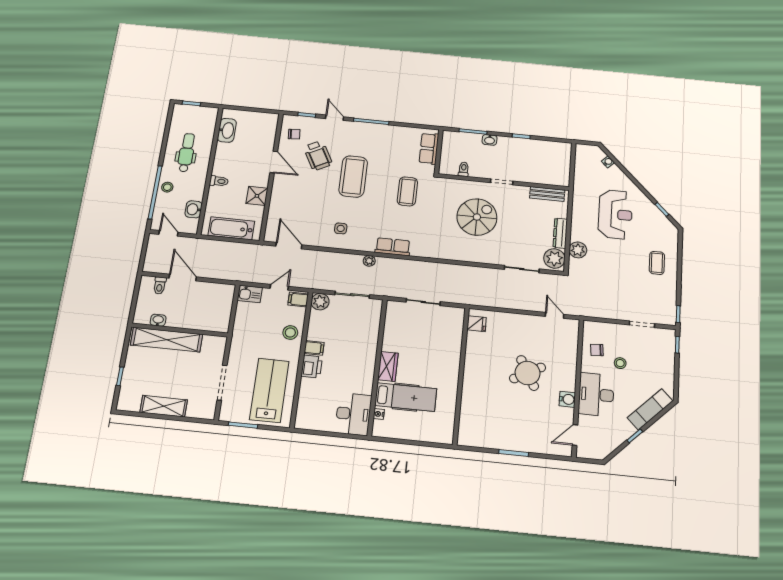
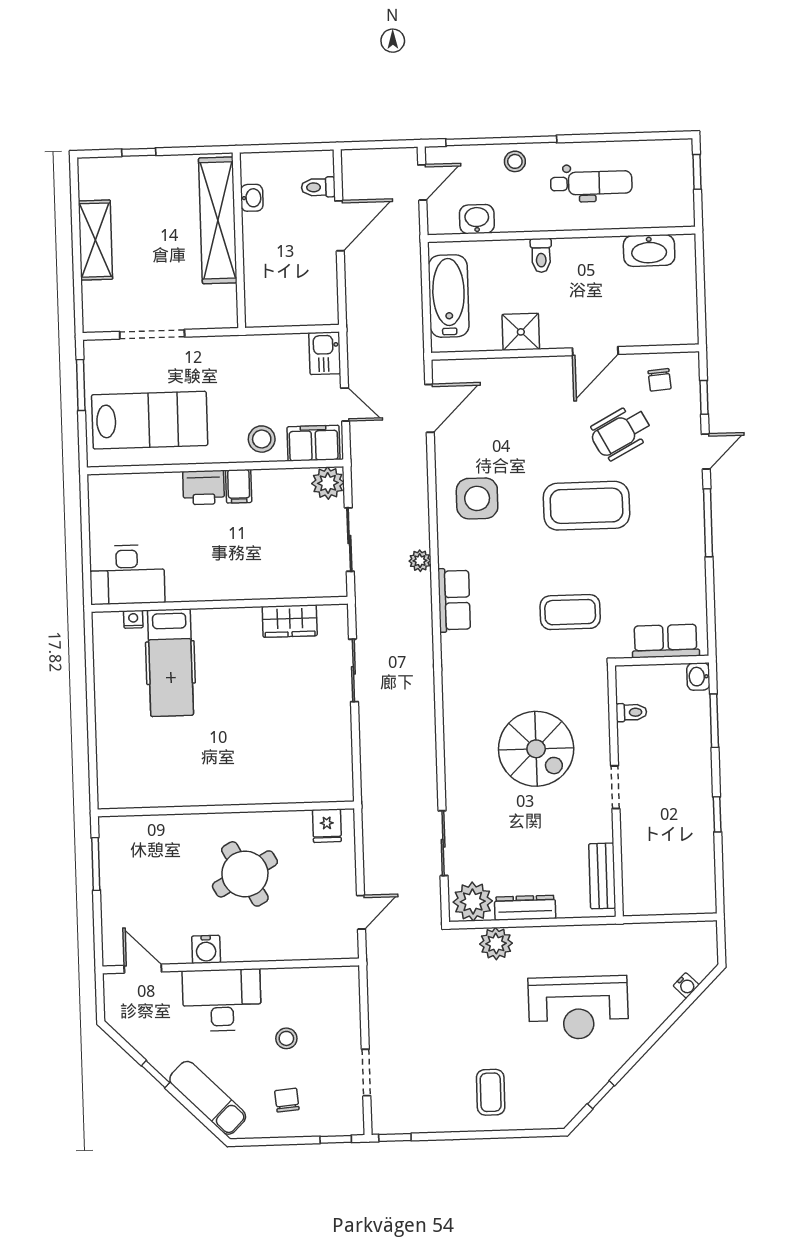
washbasin: (490, 140) -> (698, 677), moved
side table: (341, 228) -> (477, 498), width x1.87, depth x1.87
coffee table: (657, 263) -> (491, 1092), turned 90
filing cabinet: (298, 299) -> (314, 443), width x2.00
fridge: (477, 324) -> (327, 826), moved
chair: (597, 350) -> (287, 1100), moved
wardrobe: (388, 366) -> (290, 621), moved
wall: (461, 375) -> (226, 809), moved

